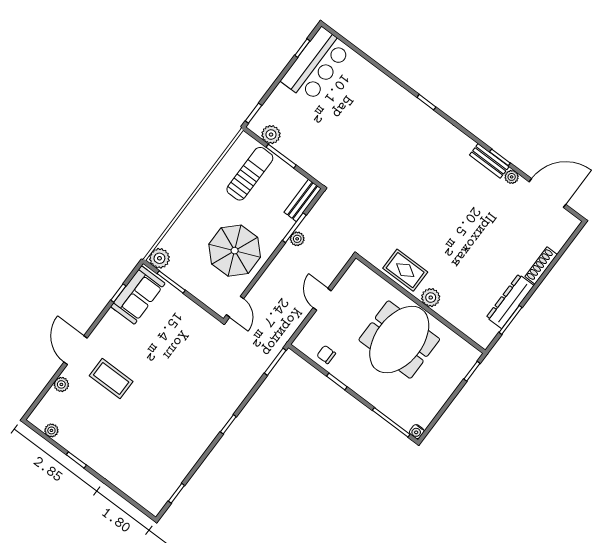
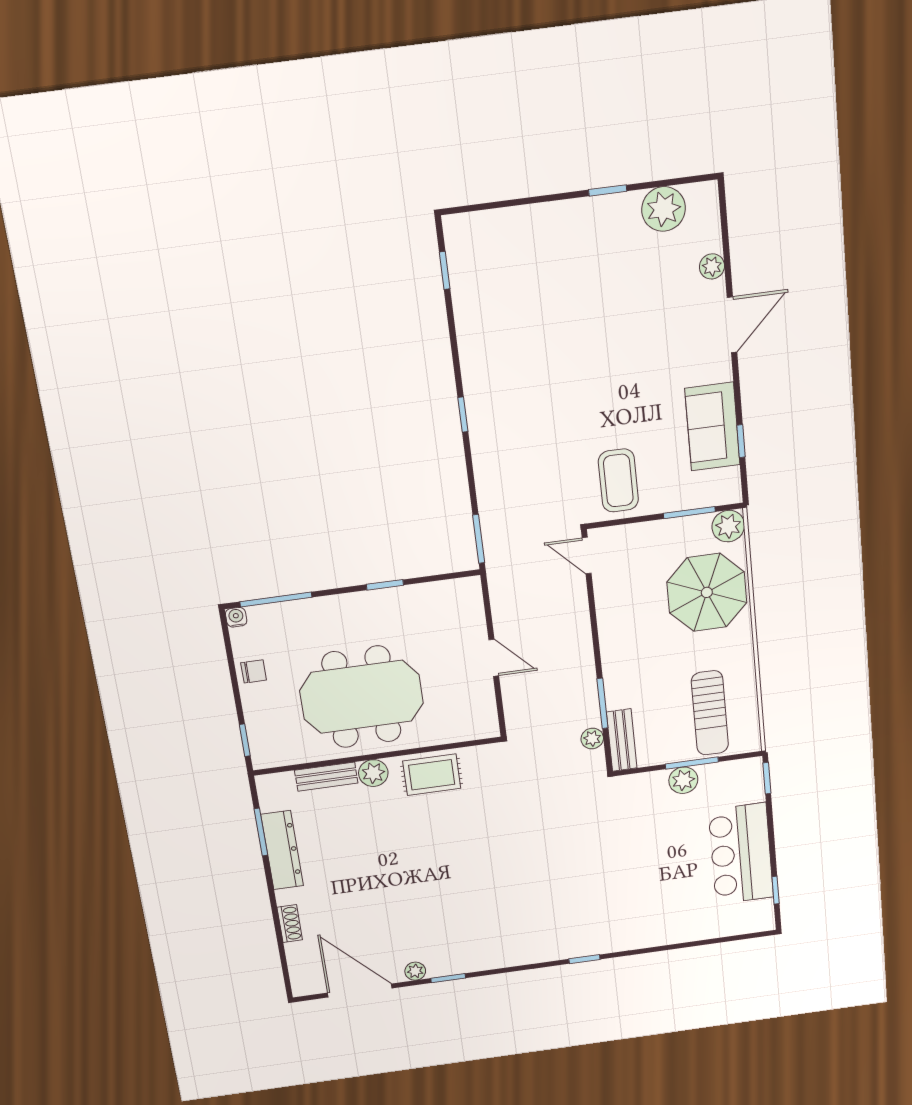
bar counter: (316, 65) -> (741, 854), moved
plant: (271, 135) -> (683, 780), moved
bench: (489, 161) -> (326, 777), moved
door: (548, 193) -> (360, 991), swing flipped
plant: (297, 239) -> (592, 739), moved
parasol: (235, 251) -> (707, 592), moved
shoe rack: (541, 266) -> (290, 924), width x0.70
sofa: (138, 295) -> (712, 427), moved
meeting table: (399, 340) -> (362, 697), turned 90
door: (76, 350) -> (732, 325), hinge flipped
chair: (326, 355) -> (254, 671), moved
coffee table: (111, 379) -> (618, 480), moved, turned 90
plant: (51, 430) -> (664, 209), width x1.88, depth x1.88

